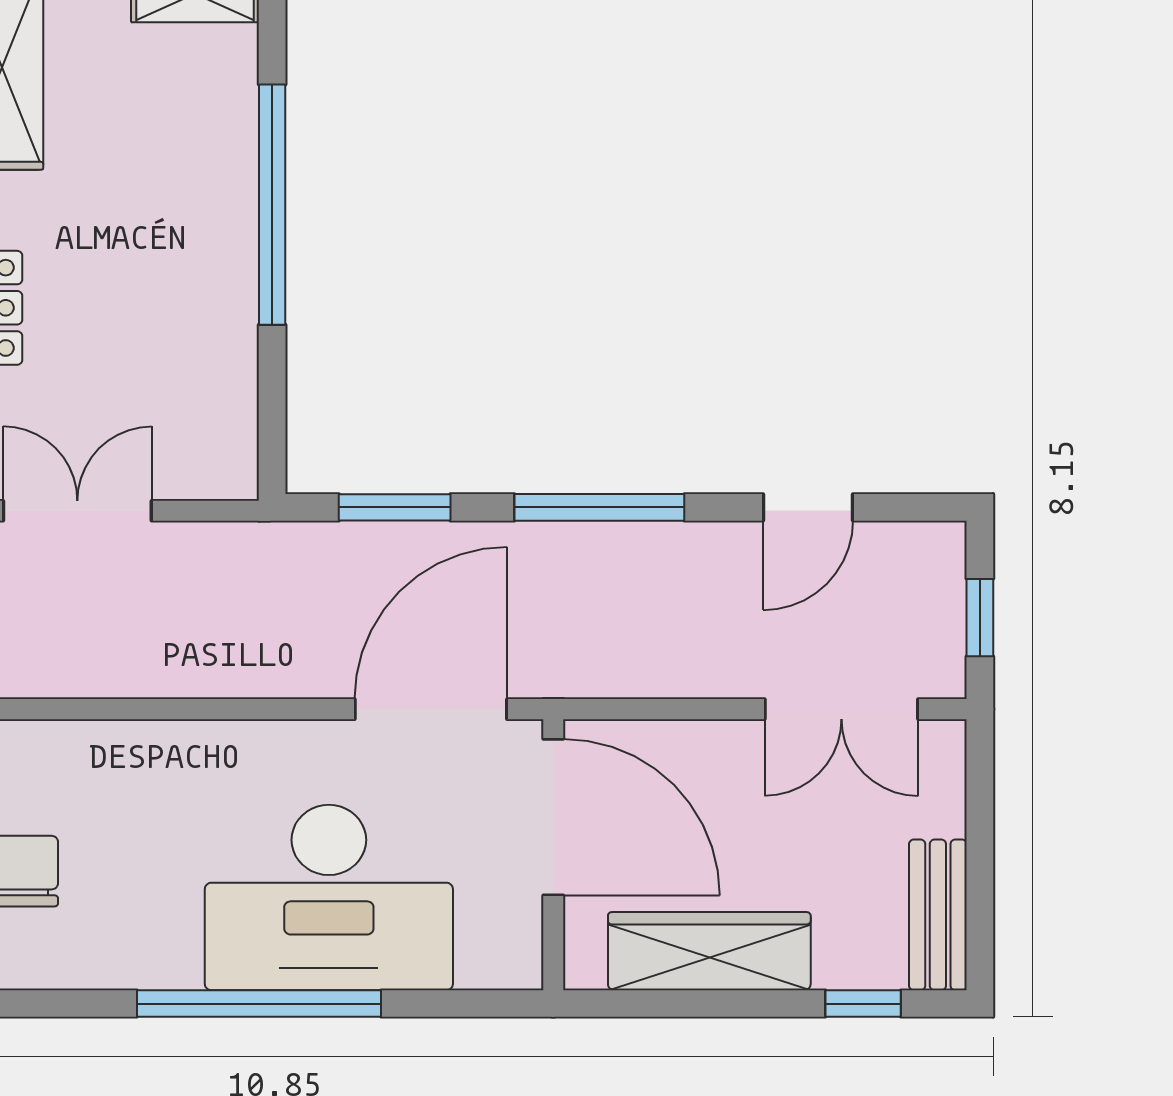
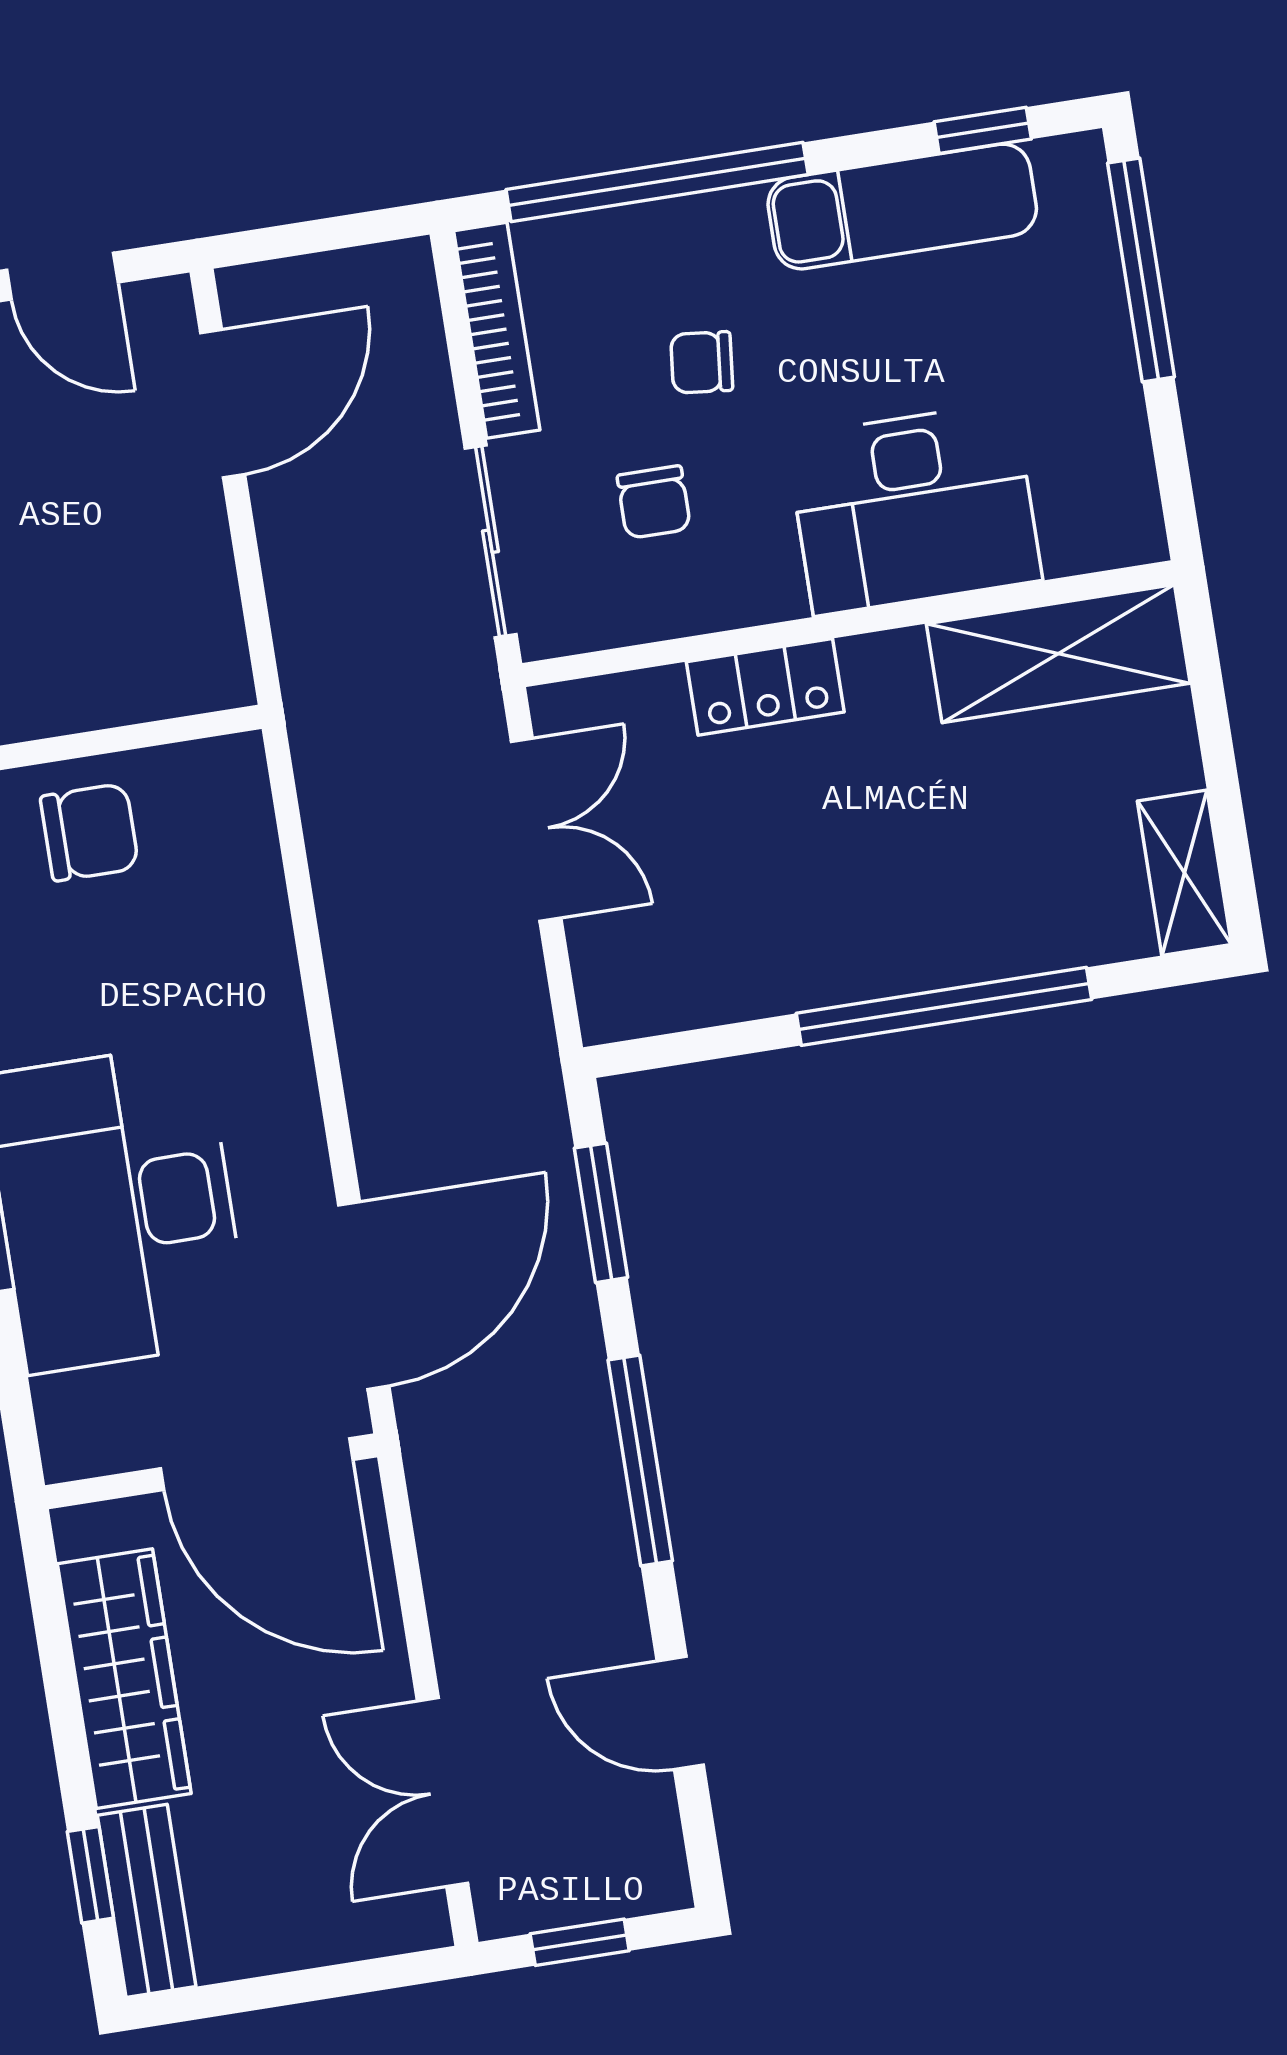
door: (431, 709) -> (364, 1295), hinge flipped
door: (553, 817) -> (257, 1464), hinge flipped
bench: (938, 915) -> (147, 1901), moved, turned 90

